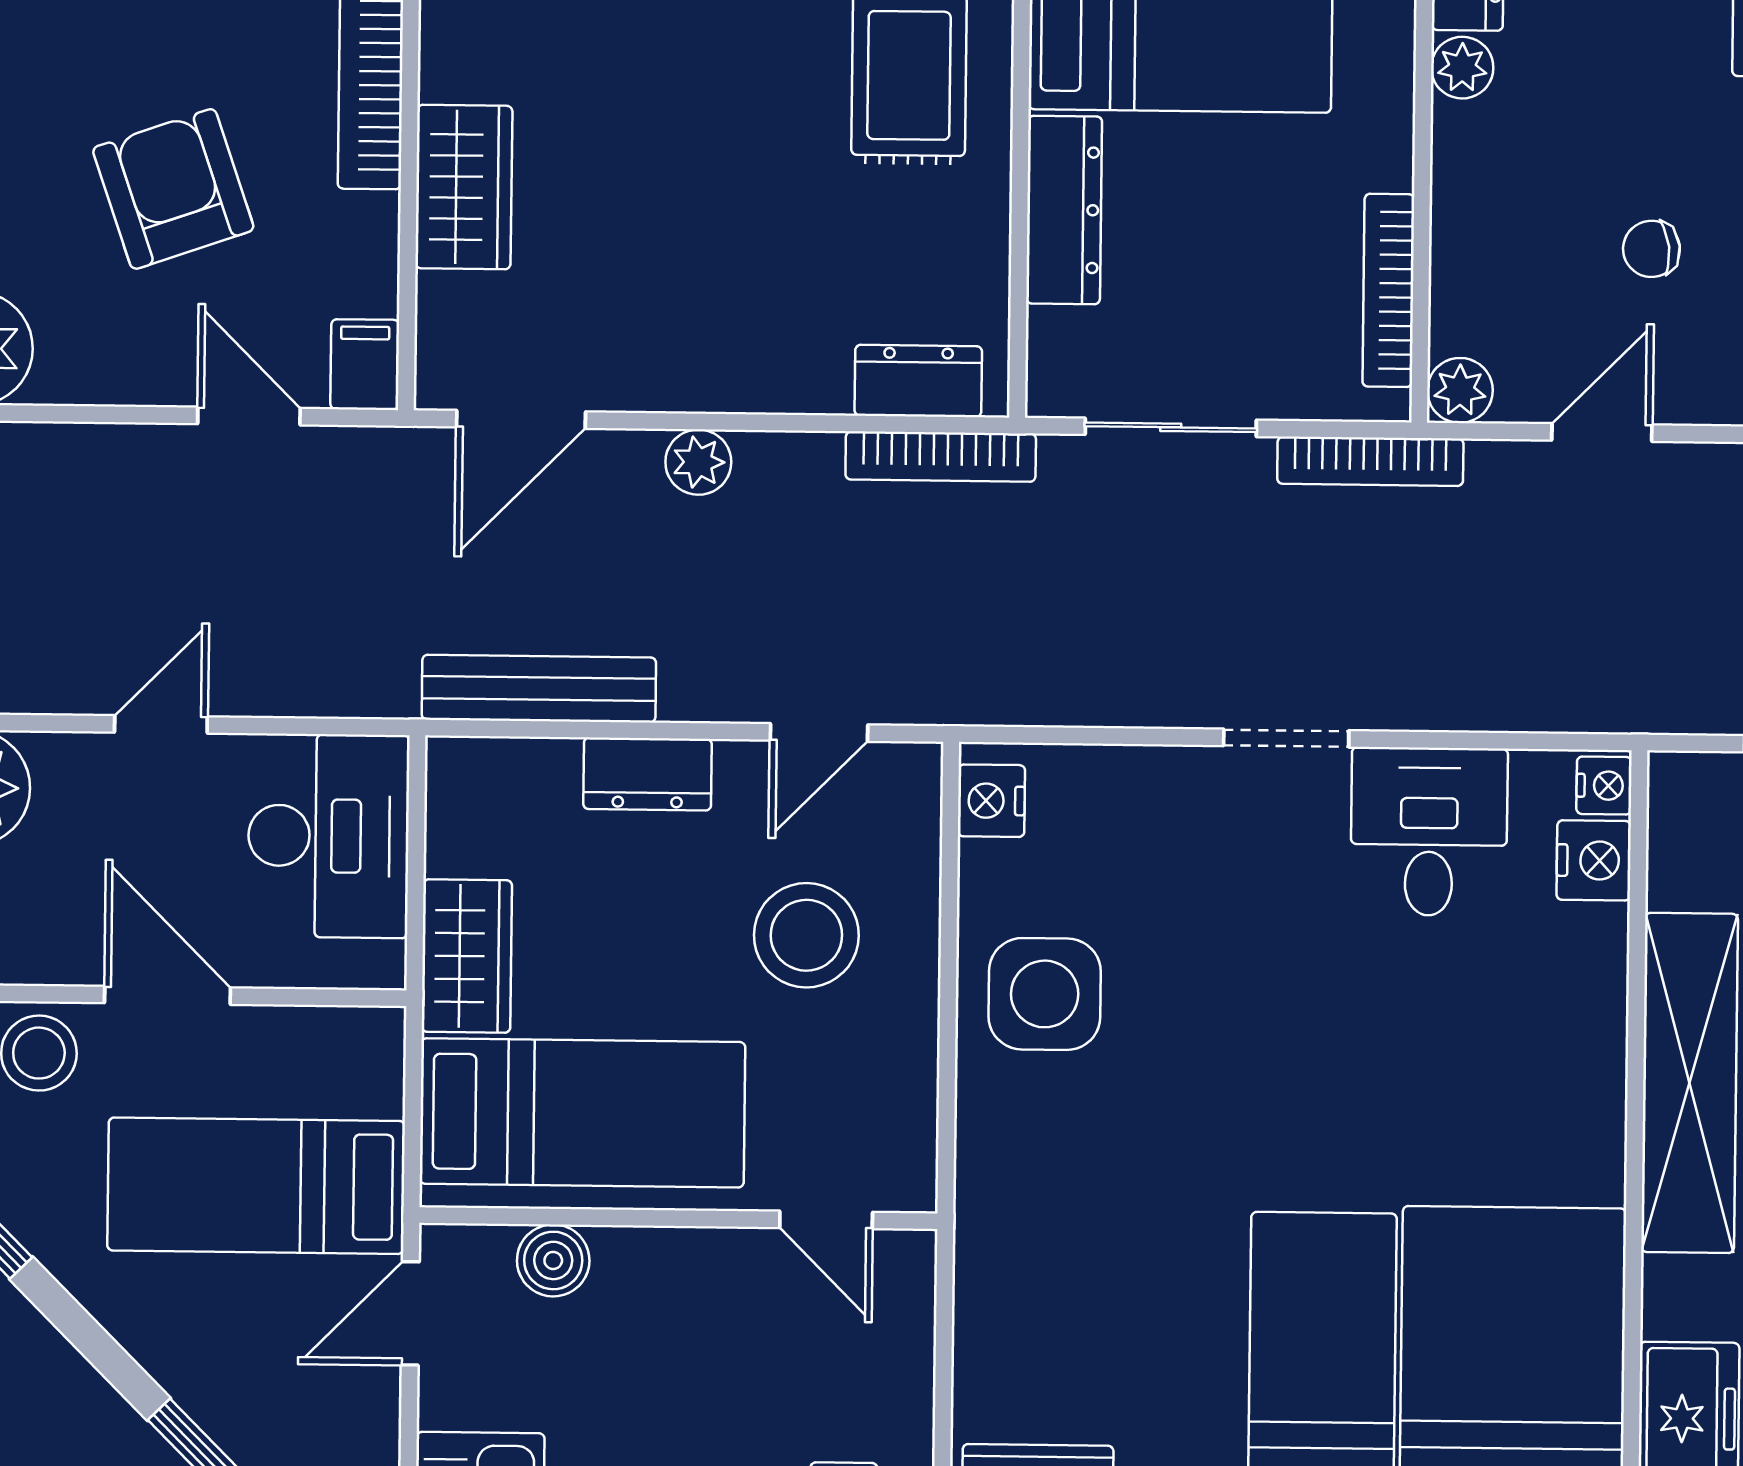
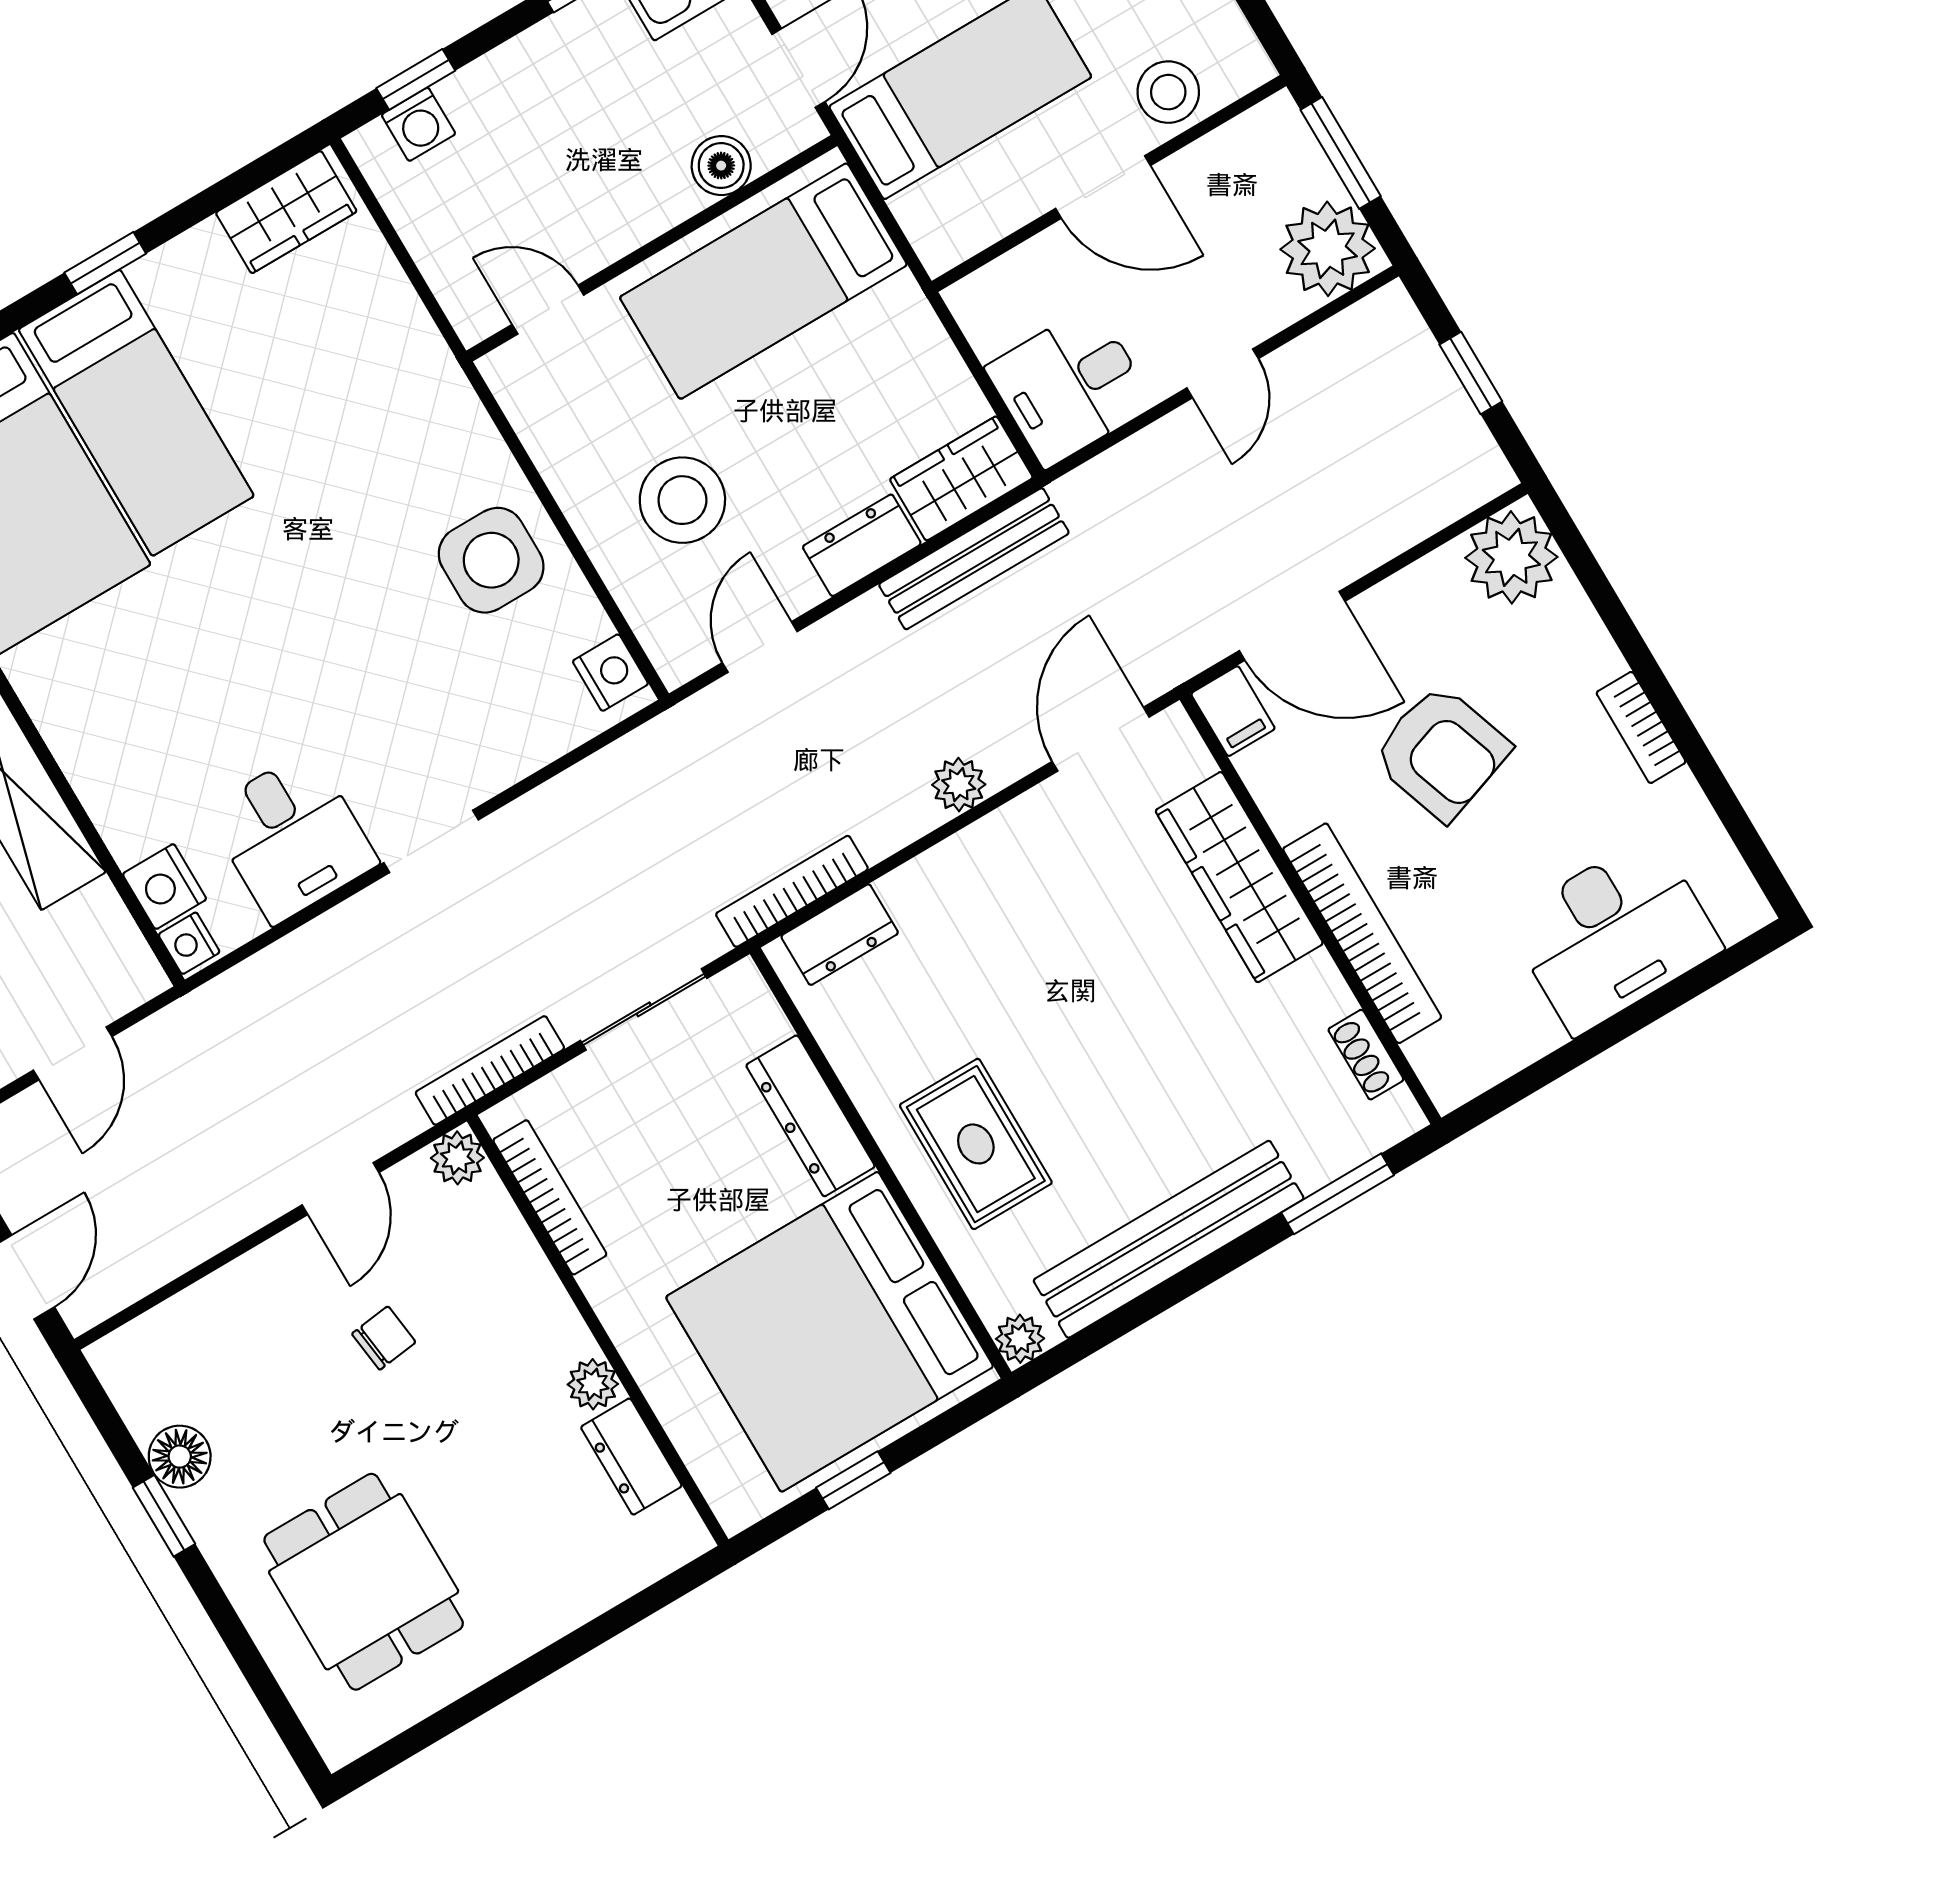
wardrobe: (464, 187) -> (1239, 877), width x1.50
door: (249, 416) -> (1292, 626), width x1.38
desk: (329, 836) -> (1070, 386), width x0.73
wardrobe: (467, 956) -> (961, 478), moved, turned 90

